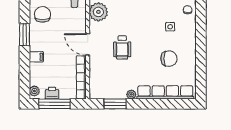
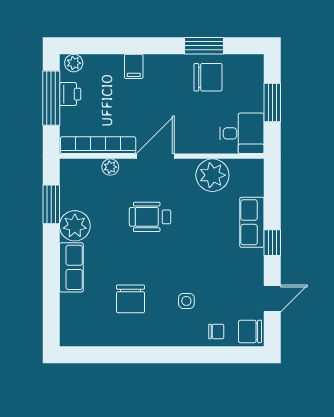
window: (25, 35) -> (204, 46), moved
plant: (94, 70) -> (110, 167), added
row of seats: (165, 92) -> (71, 267), width x0.50
plant: (131, 94) -> (75, 226), width x1.87, depth x1.87

